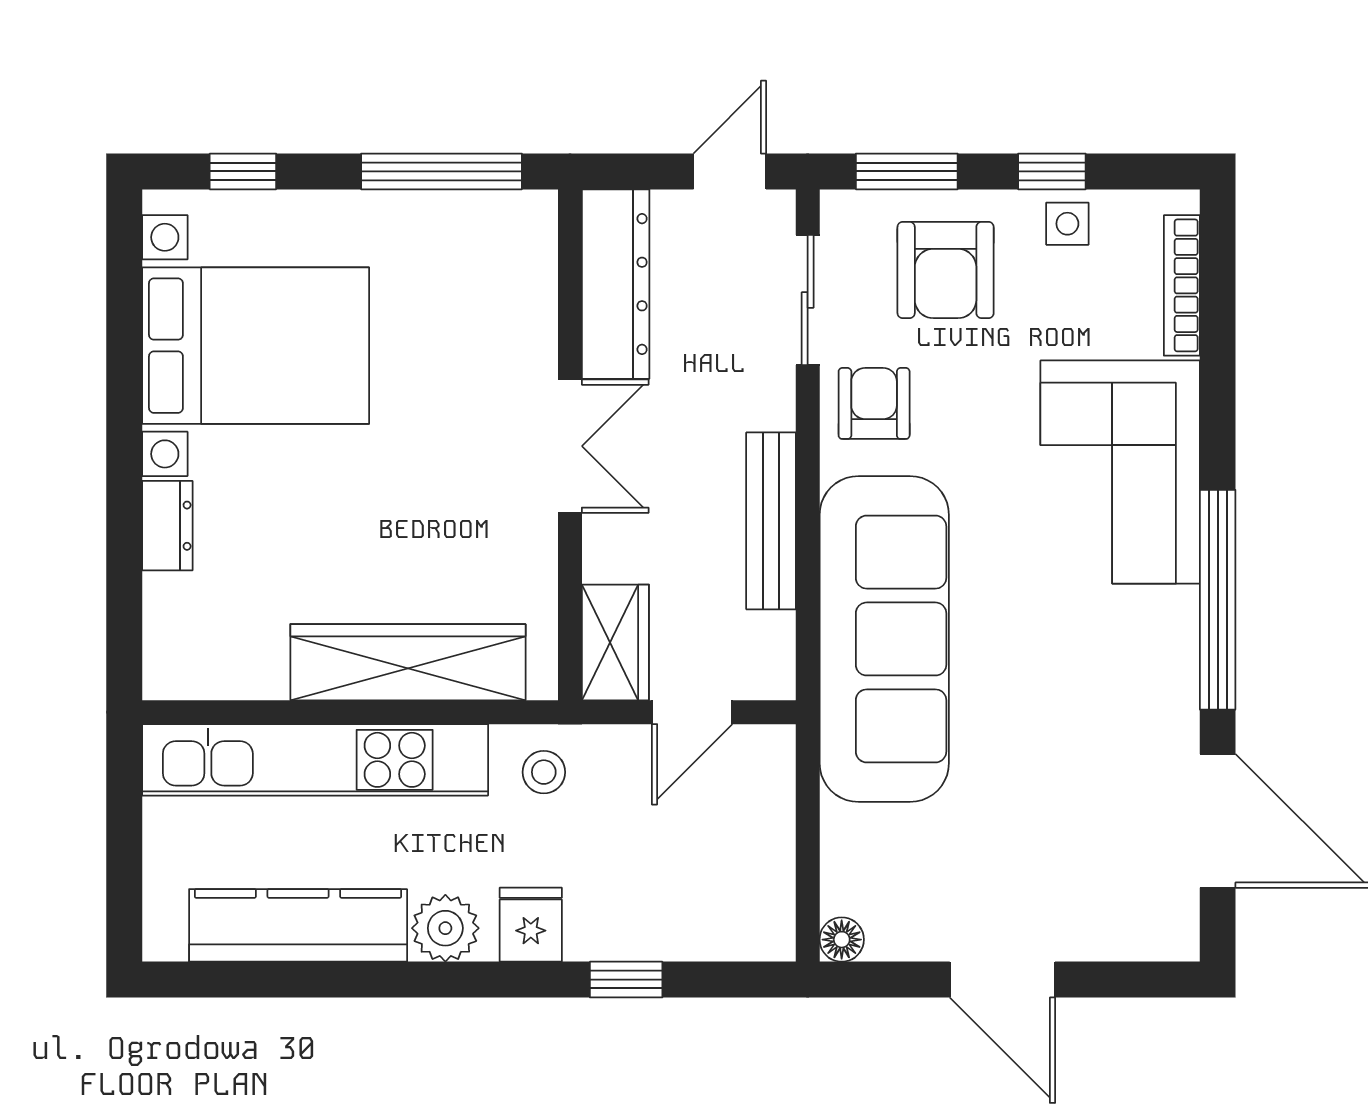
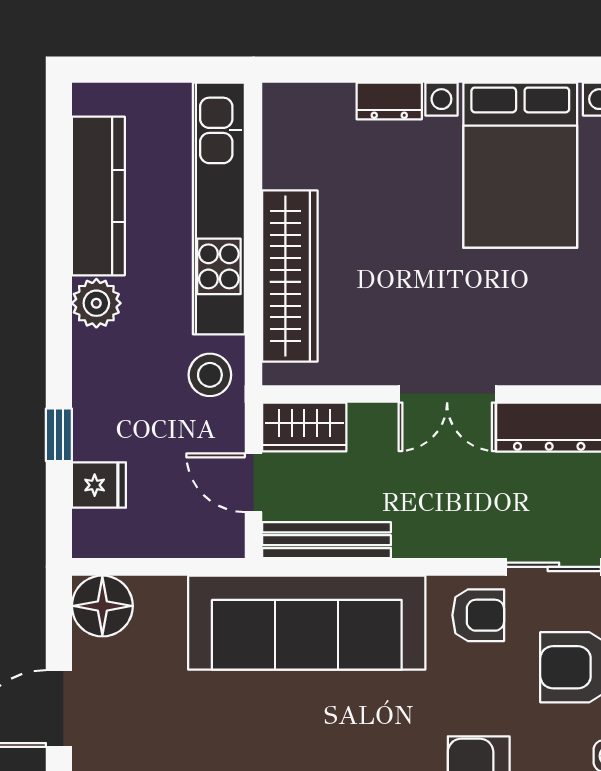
bench: (771, 521) -> (327, 540), moved
stool: (544, 772) -> (210, 375), width x1.37, depth x1.37
fridge: (531, 925) -> (99, 485), moved
floor lamp: (842, 940) -> (102, 606), width x1.89, depth x1.89

